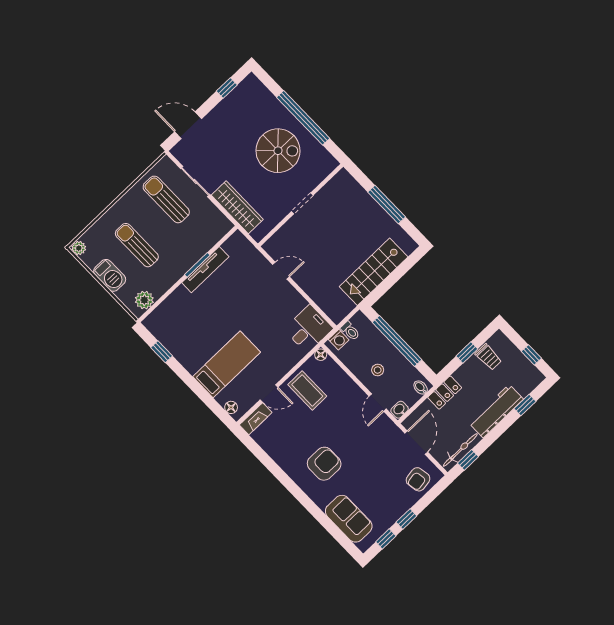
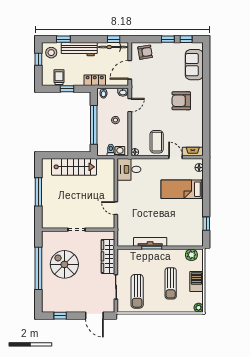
stool: (524, 376) -> (51, 53), added

